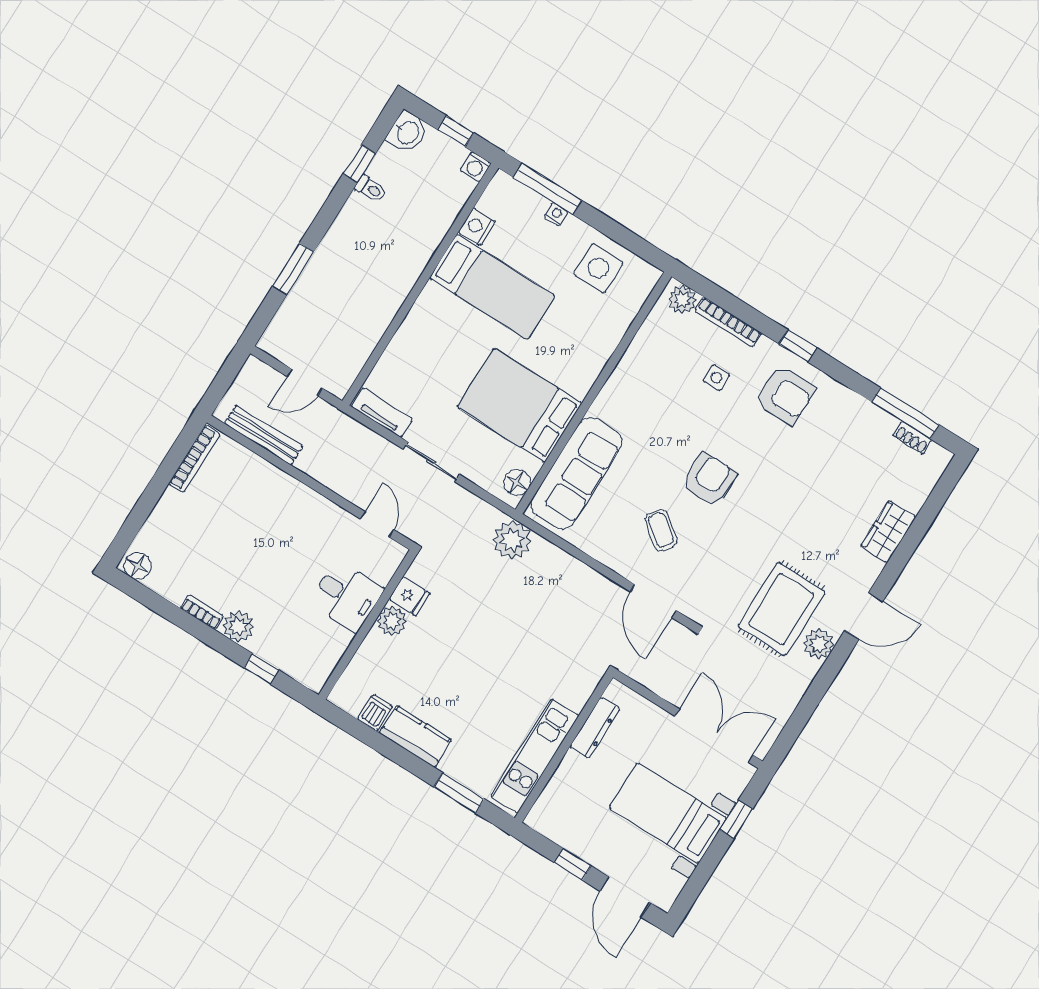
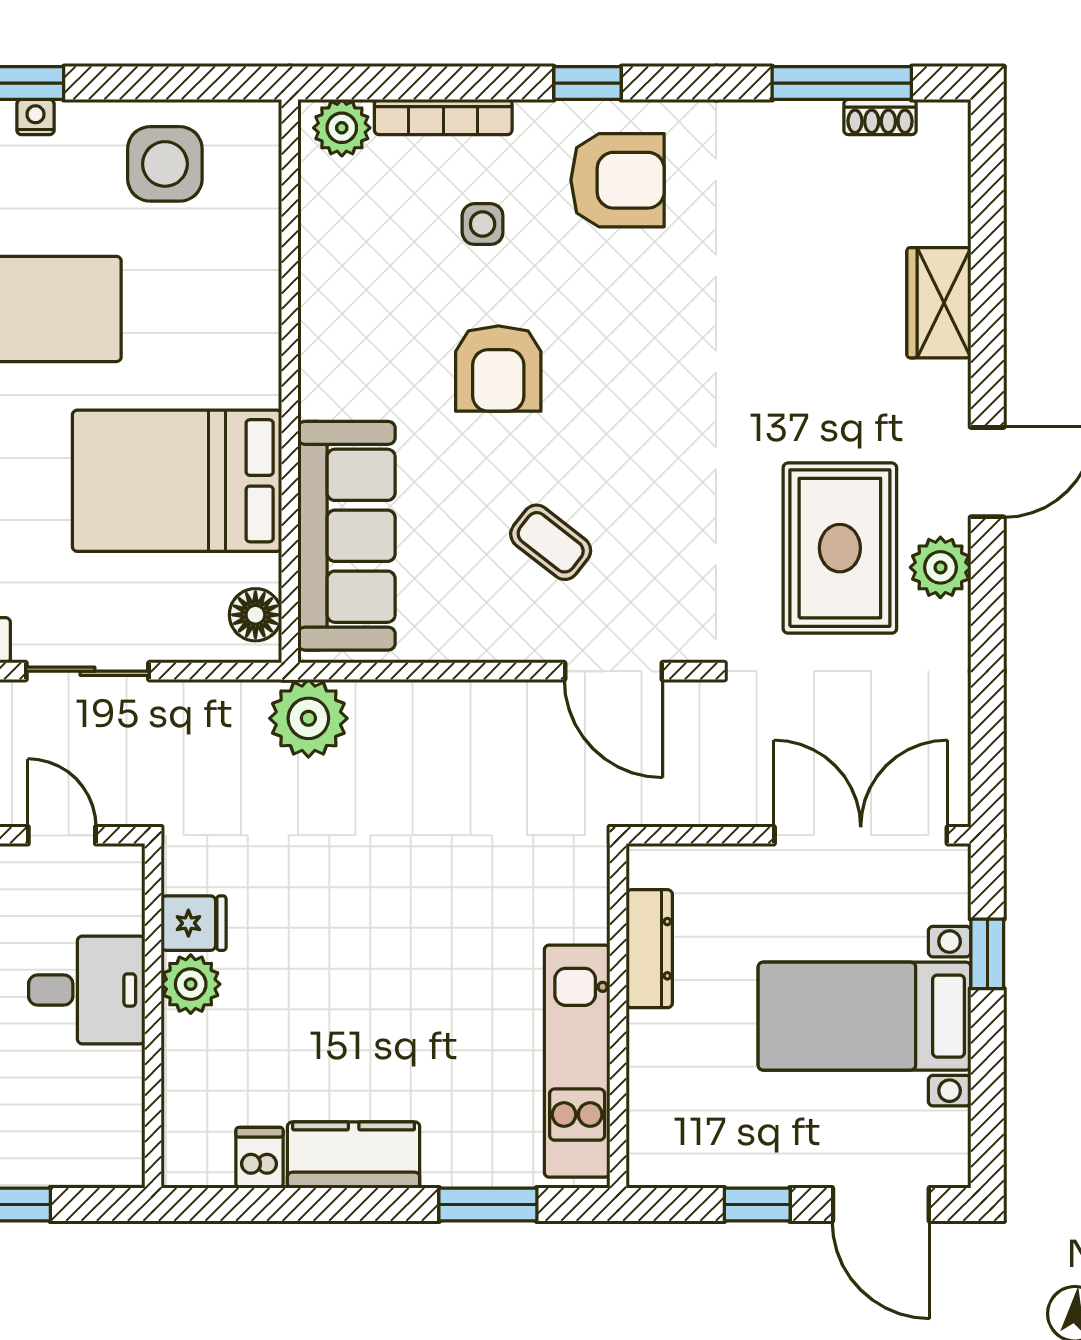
armchair: (709, 480) -> (498, 368), moved, turned 180

